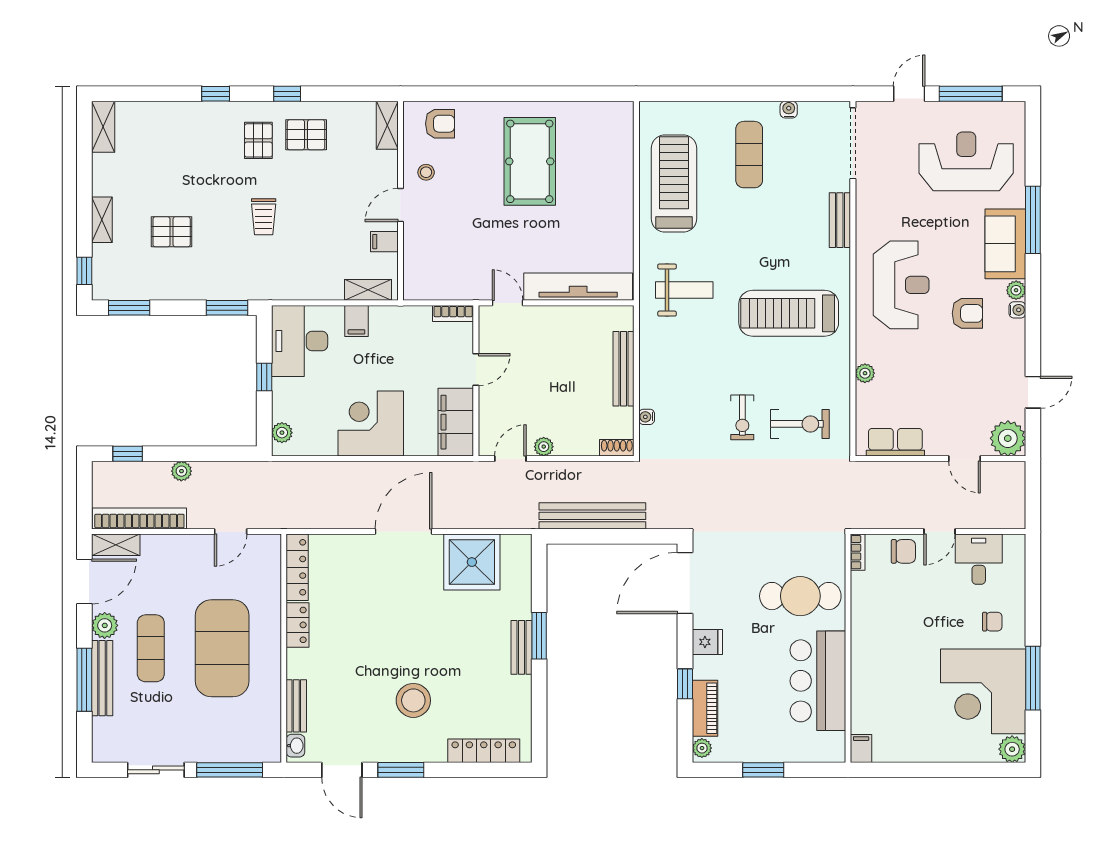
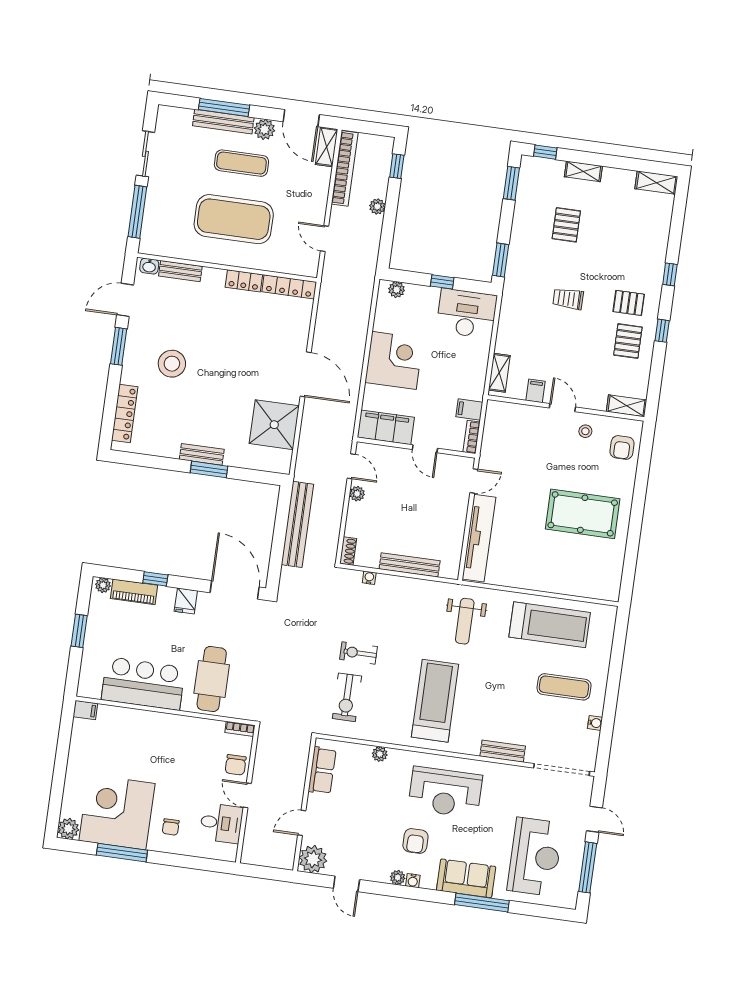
plant: (1016, 290) -> (398, 877), moved
filing cabinet: (356, 321) -> (469, 409), moved

